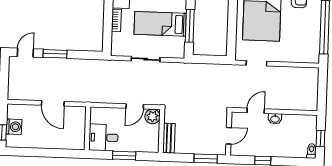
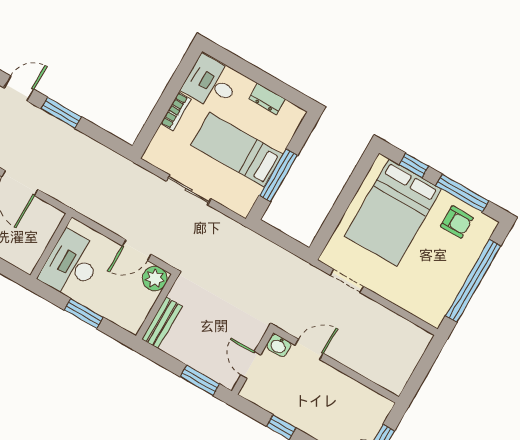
washbasin: (275, 119) -> (279, 346), moved
door: (229, 136) -> (251, 365), swing flipped
desk: (103, 138) -> (71, 264), width x1.37

